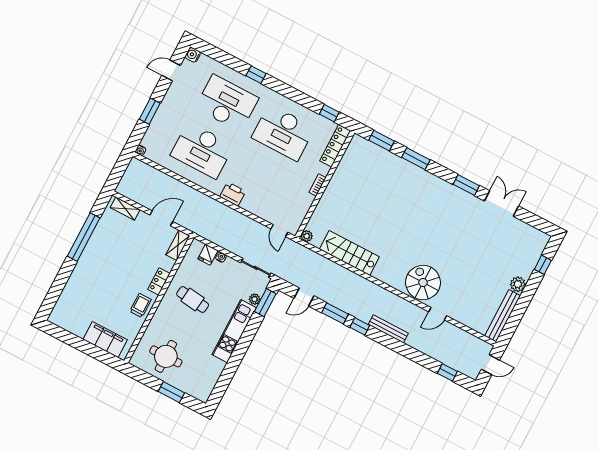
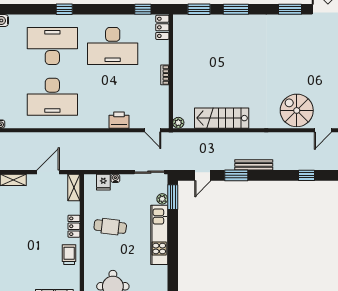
locker: (335, 146) -> (162, 27), width x0.66
printer: (233, 194) -> (119, 120), moved
window: (360, 326) -> (306, 175), moved
bench: (388, 329) -> (254, 165), moved

